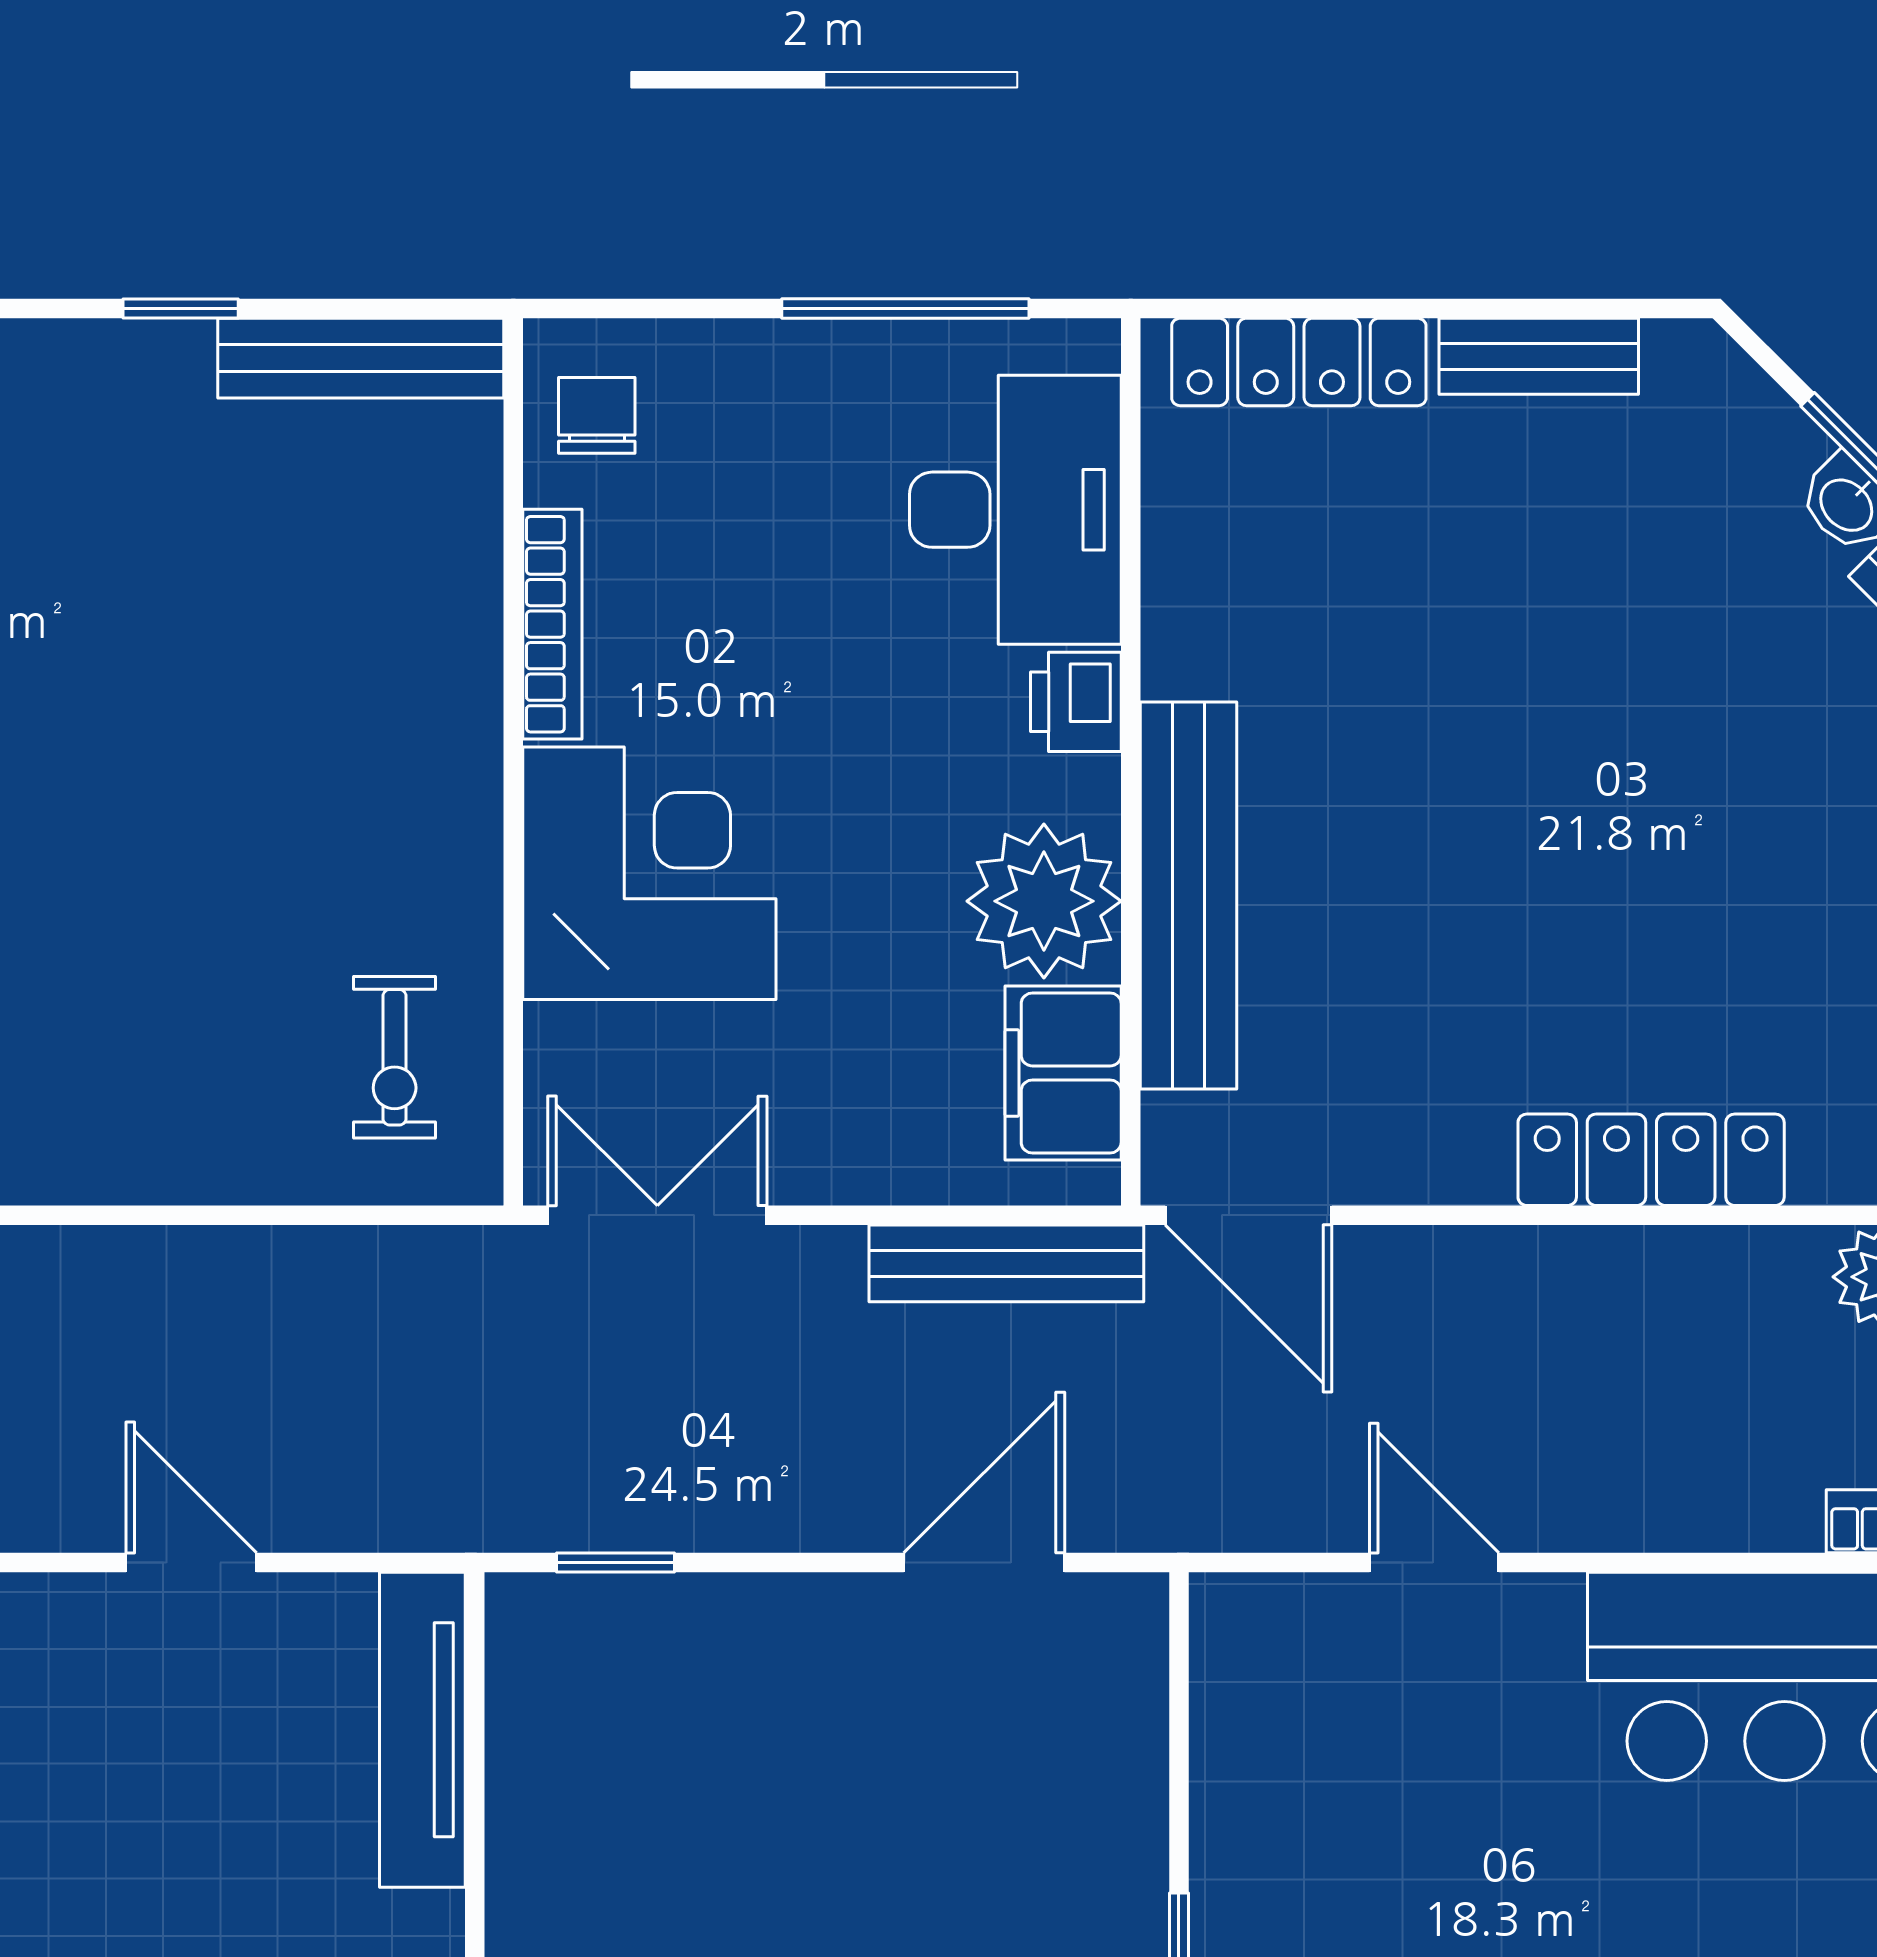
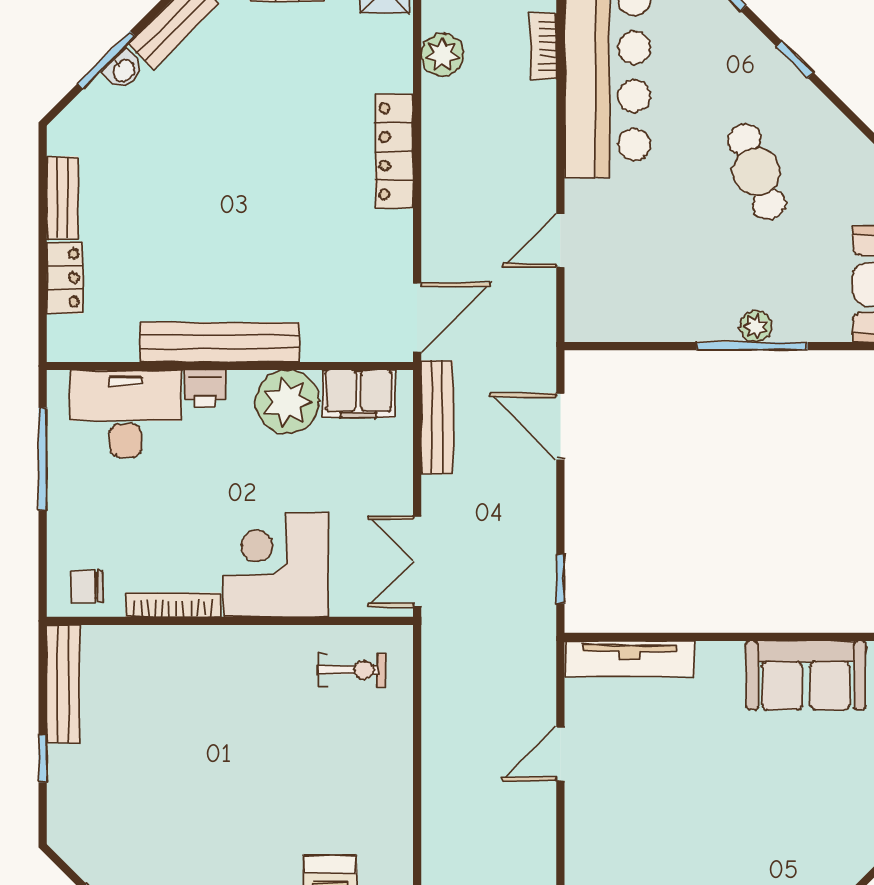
locker: (1299, 362) -> (65, 278), width x0.66
bench: (1189, 896) -> (220, 342), moved

